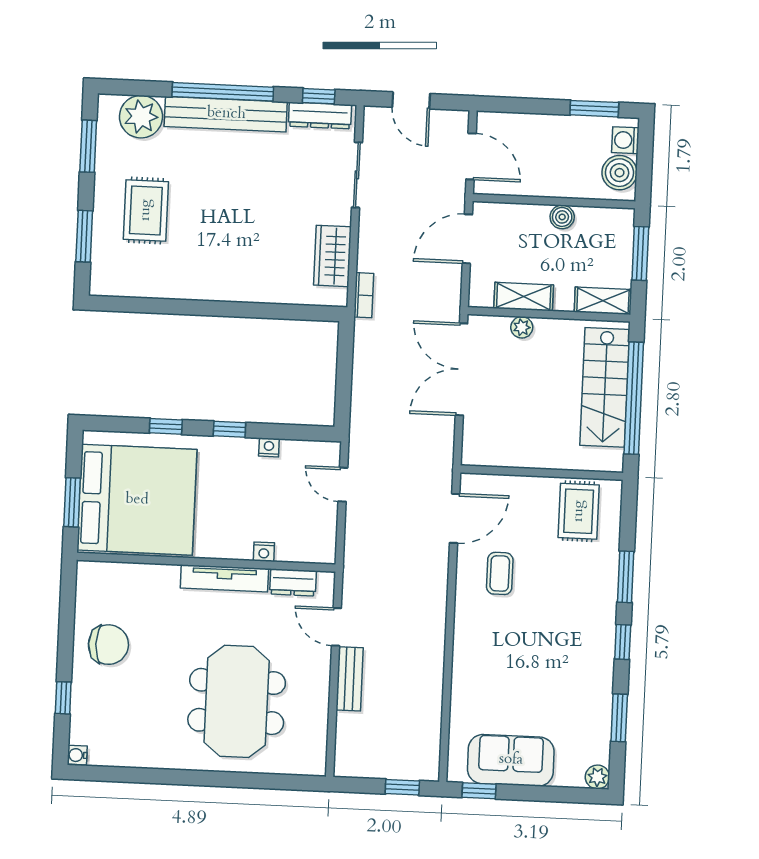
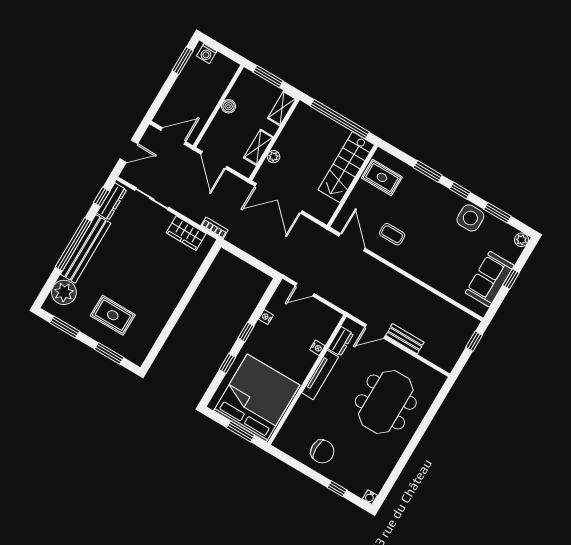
boiler: (620, 173) -> (222, 65), removed
stairs: (605, 387) -> (346, 167), moved, turned 90
chair: (108, 645) -> (322, 452), turned 90
side table: (589, 680) -> (470, 218), added
meeting table: (237, 701) -> (386, 402), turned 90
window: (479, 791) -> (511, 279), moved

